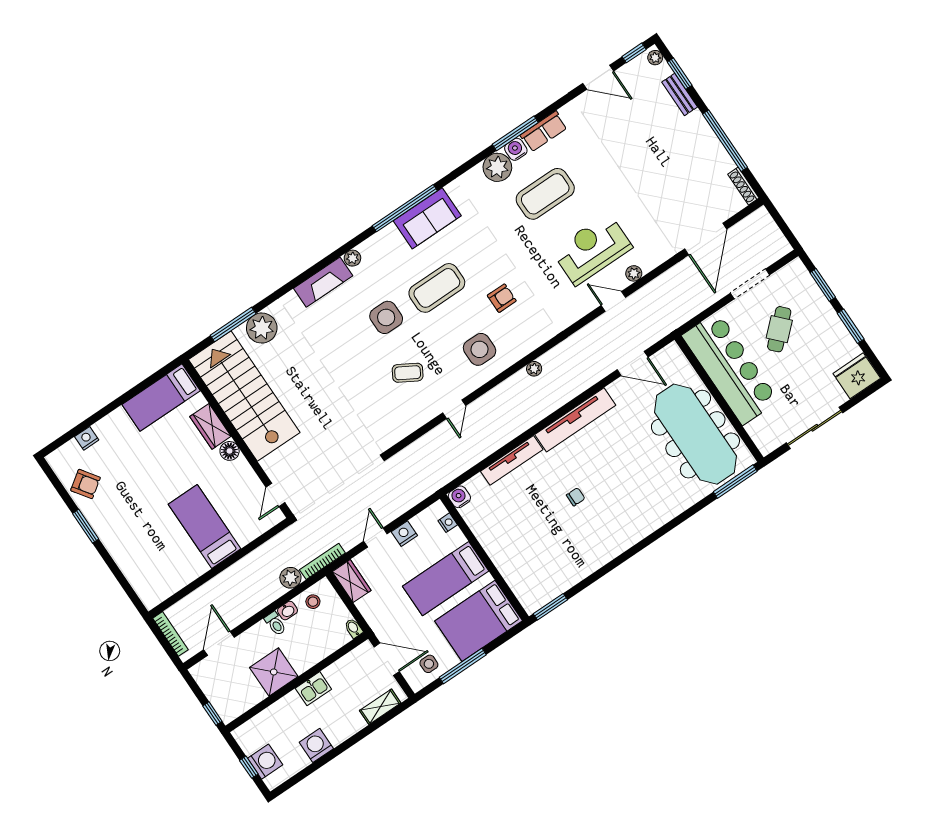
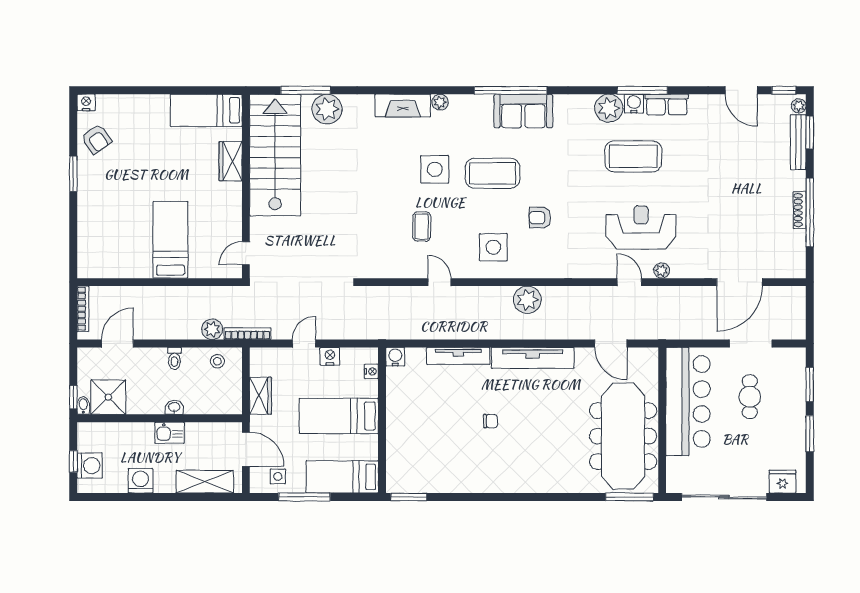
bench: (680, 95) -> (798, 142), width x1.36
shoe rack: (743, 186) -> (800, 210), moved
armchair: (502, 298) -> (540, 218), turned 180
cafe table: (779, 329) -> (750, 397), turned -47
plant: (534, 369) -> (527, 300), width x1.88, depth x1.88
coffee table: (408, 373) -> (422, 226), turned 60
fridge: (857, 376) -> (782, 482), width x0.73, depth x0.75
door: (454, 409) -> (439, 282), swing flipped
sliding door: (815, 428) -> (724, 497), width x1.36
nightstand: (87, 438) -> (86, 102), moved
floor lamp: (230, 451) -> (233, 192), removed
wardrobe: (352, 581) -> (260, 396), moved
washbasin: (288, 611) -> (174, 407), moved, turned 180
bed: (479, 621) -> (342, 477), width x0.67
bidet: (354, 628) -> (83, 406), moved
shower: (274, 672) -> (108, 397), moved
shelving: (380, 707) -> (205, 482), width x1.50, depth x1.33

